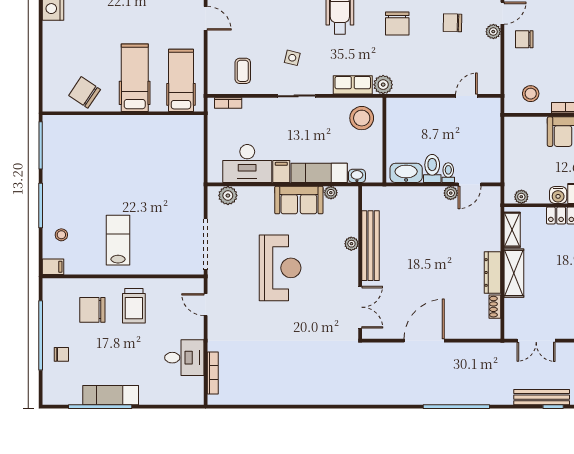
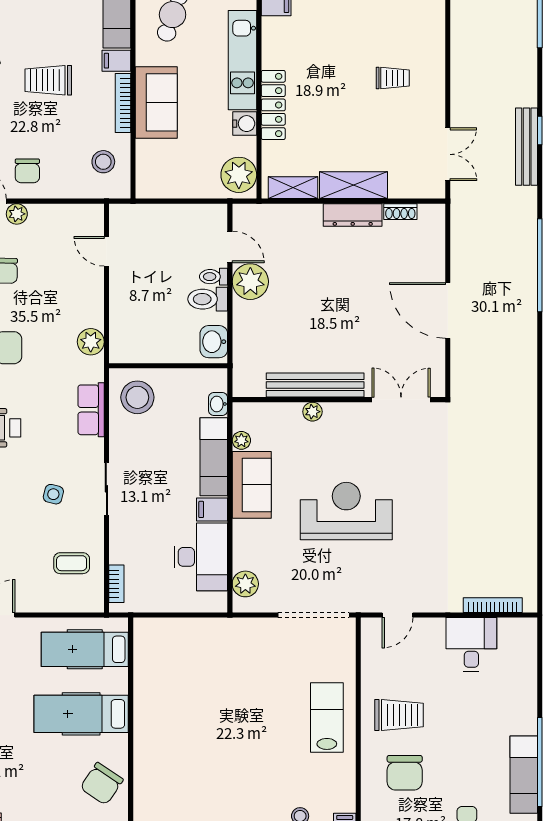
plant: (383, 85) -> (91, 342), moved
washbasin: (406, 173) -> (214, 342), width x0.72
plant: (451, 193) -> (250, 282), width x1.88, depth x1.88
plant: (521, 197) -> (239, 175), width x1.88, depth x1.88
lab bench: (118, 240) -> (327, 717), moved, turned 90
exam couch: (111, 395) -> (524, 775), moved

